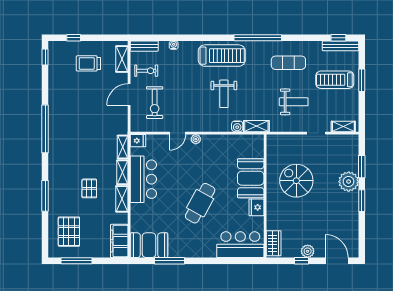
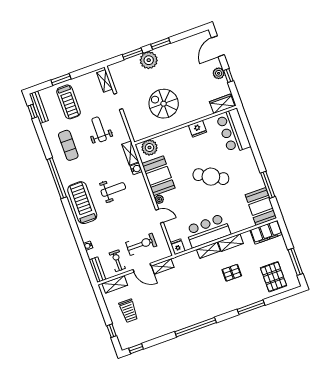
shelving: (123, 147) -> (163, 266), moved
plant: (255, 149) -> (149, 148), added
booth: (251, 178) -> (158, 176), moved, turned 90
spiral stairs: (296, 181) -> (164, 104), turned 90
pallet: (69, 232) -> (273, 277), turned 90

